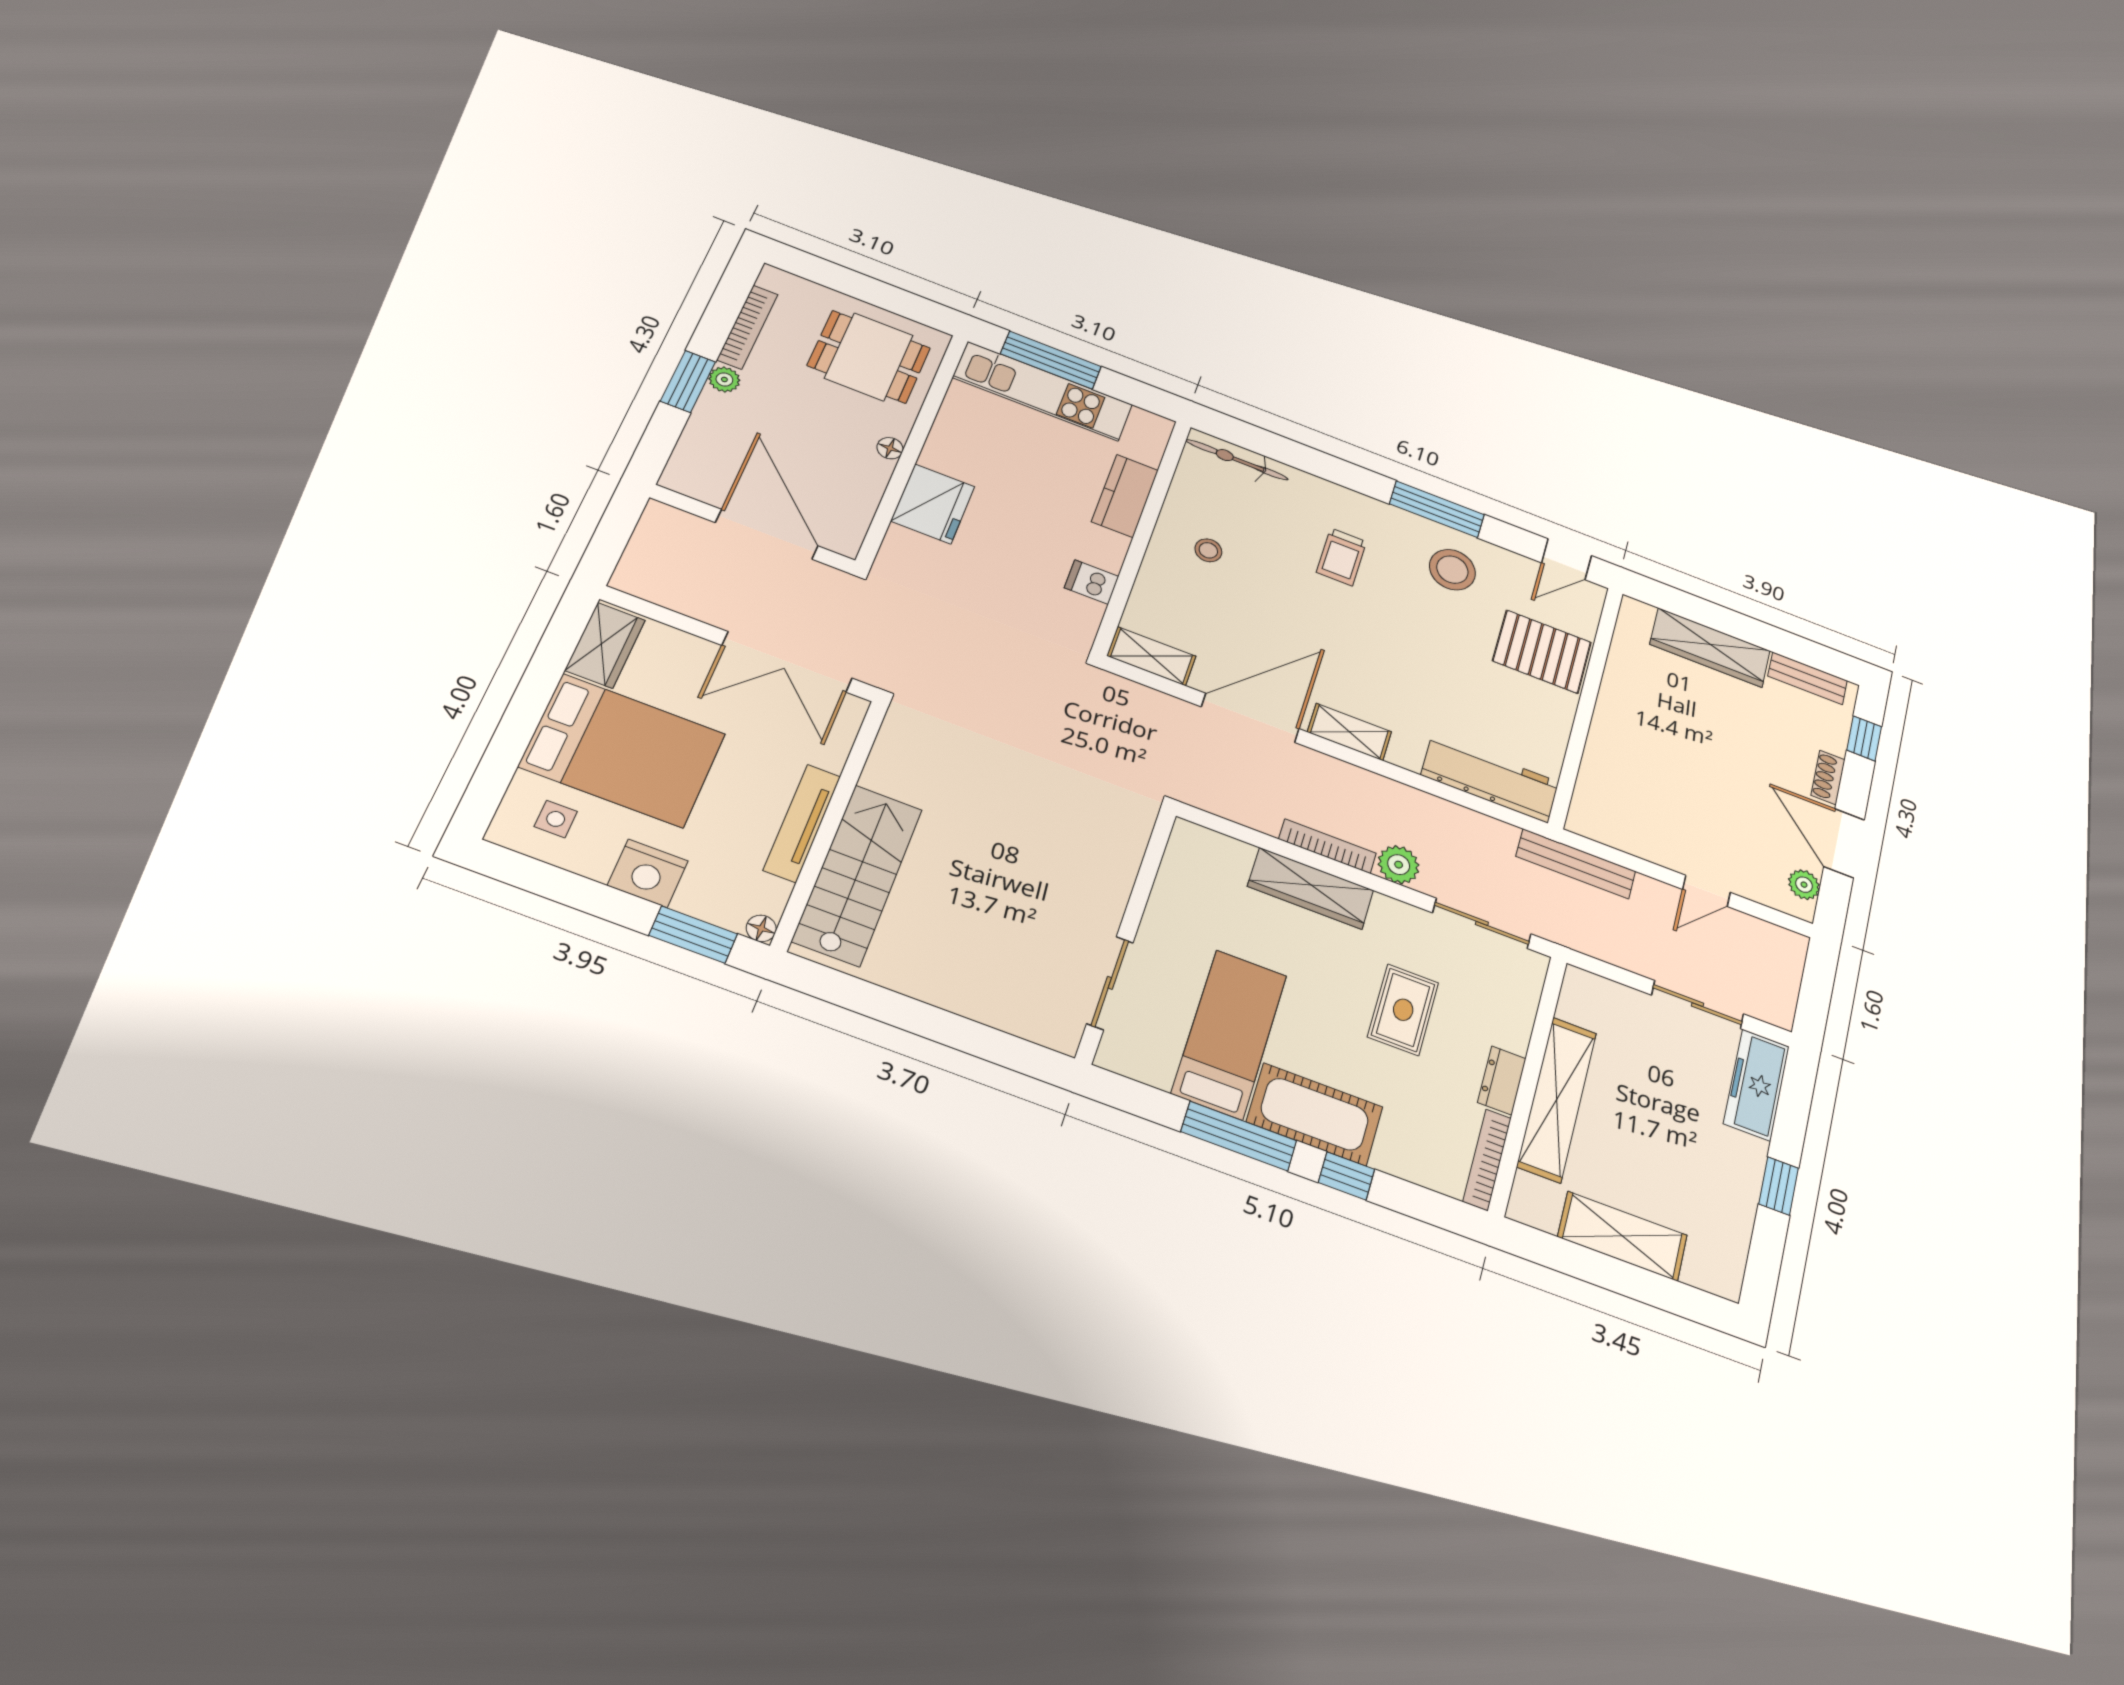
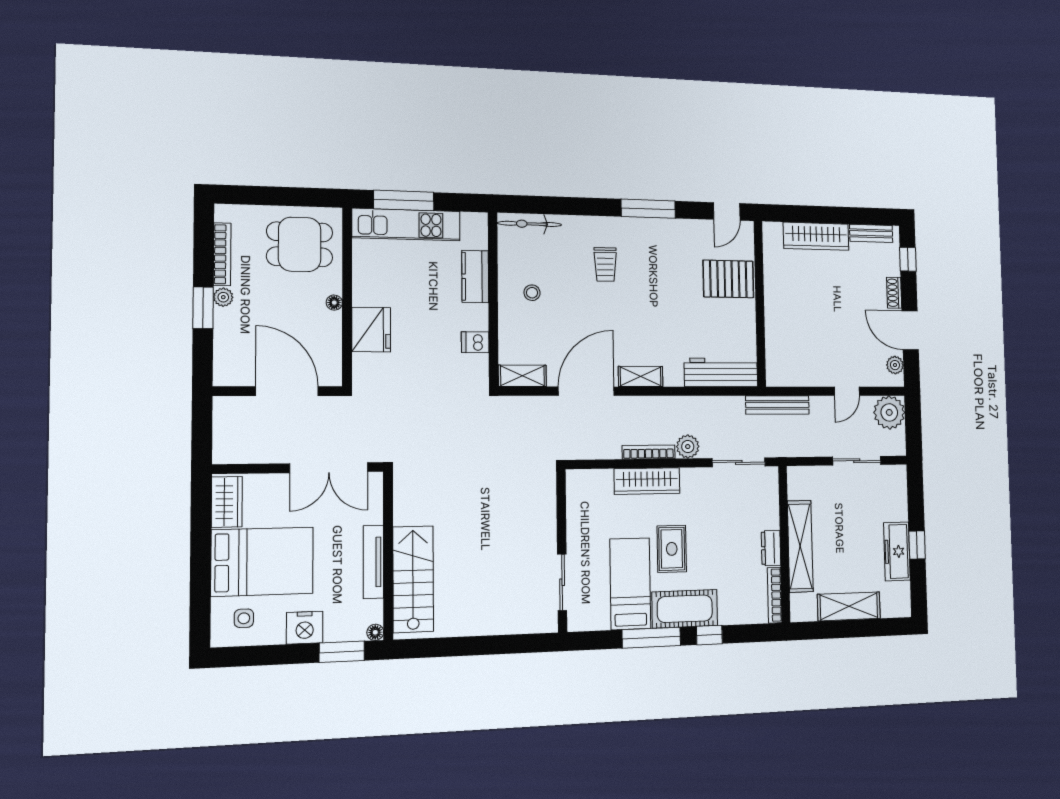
stool: (1452, 570) -> (667, 246), removed
plant: (1776, 953) -> (889, 412), added
rug: (1403, 1010) -> (672, 549), moved
freezer: (1756, 1085) -> (897, 551), moved

